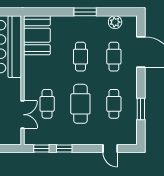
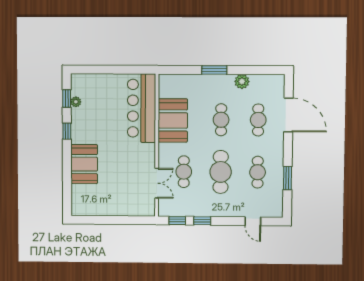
window: (85, 12) -> (214, 70), moved
plant: (115, 22) -> (242, 81), moved
booth: (37, 35) -> (173, 120), moved

